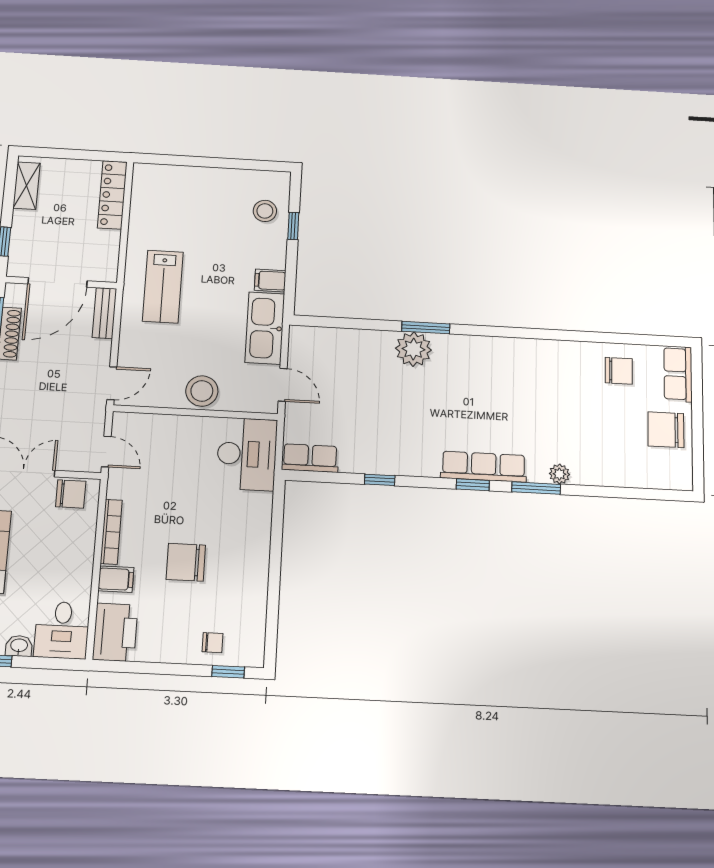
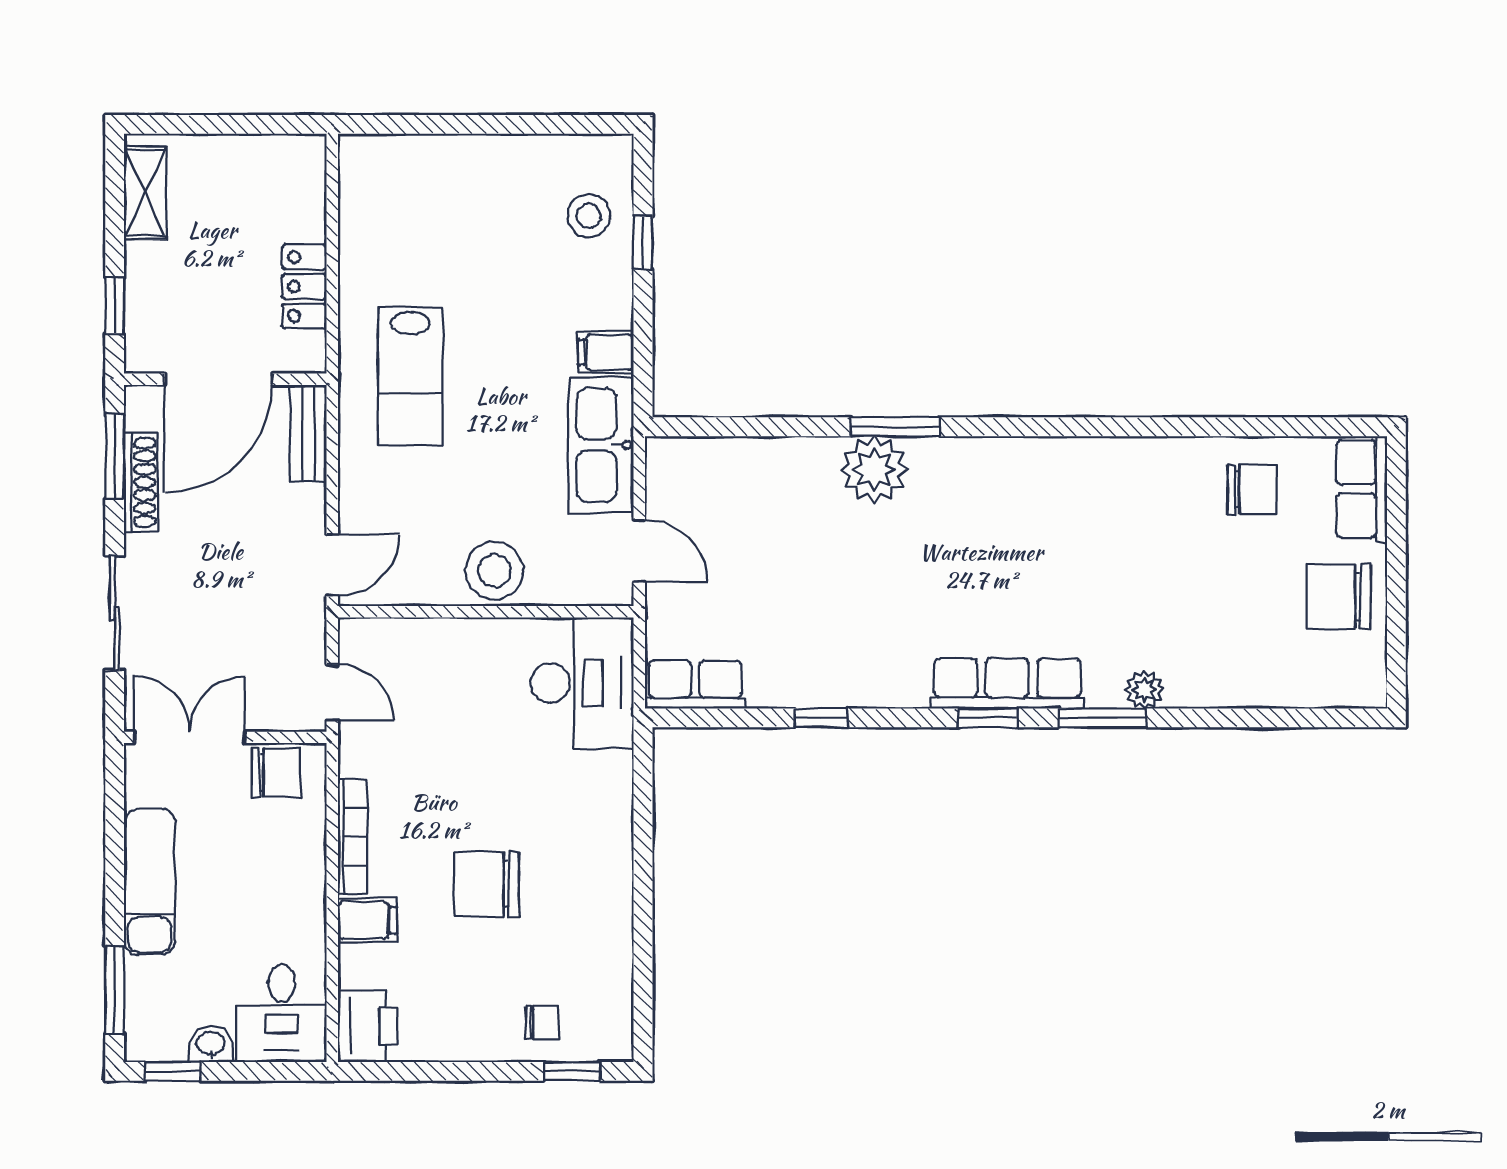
locker: (112, 195) -> (304, 286), moved, width x0.66
printer: (115, 632) -> (368, 1026), width x0.73, depth x0.84

